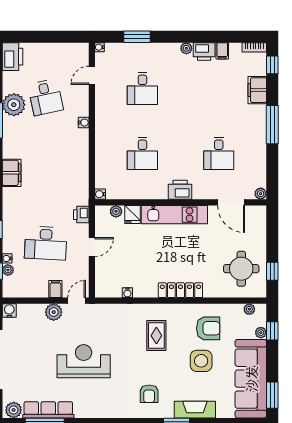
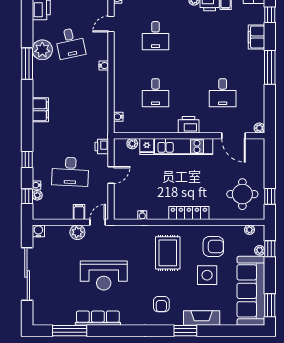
water cooler: (100, 194) -> (118, 117), moved
rug: (156, 336) -> (168, 253), width x1.36, depth x1.43
reception desk: (84, 361) -> (104, 275), turned 180
plant: (14, 410) -> (42, 318), removed
row of seats: (48, 410) -> (98, 318), moved

